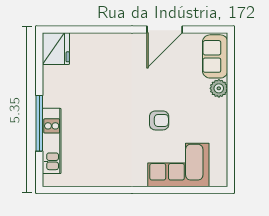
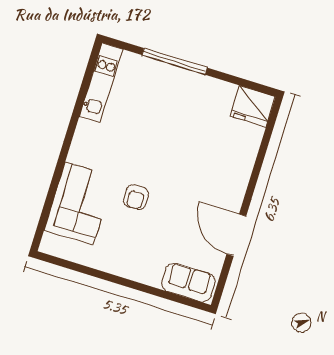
plant: (219, 88) -> (151, 276), removed
kitchen unit: (52, 141) -> (101, 83), moved, turned -90

